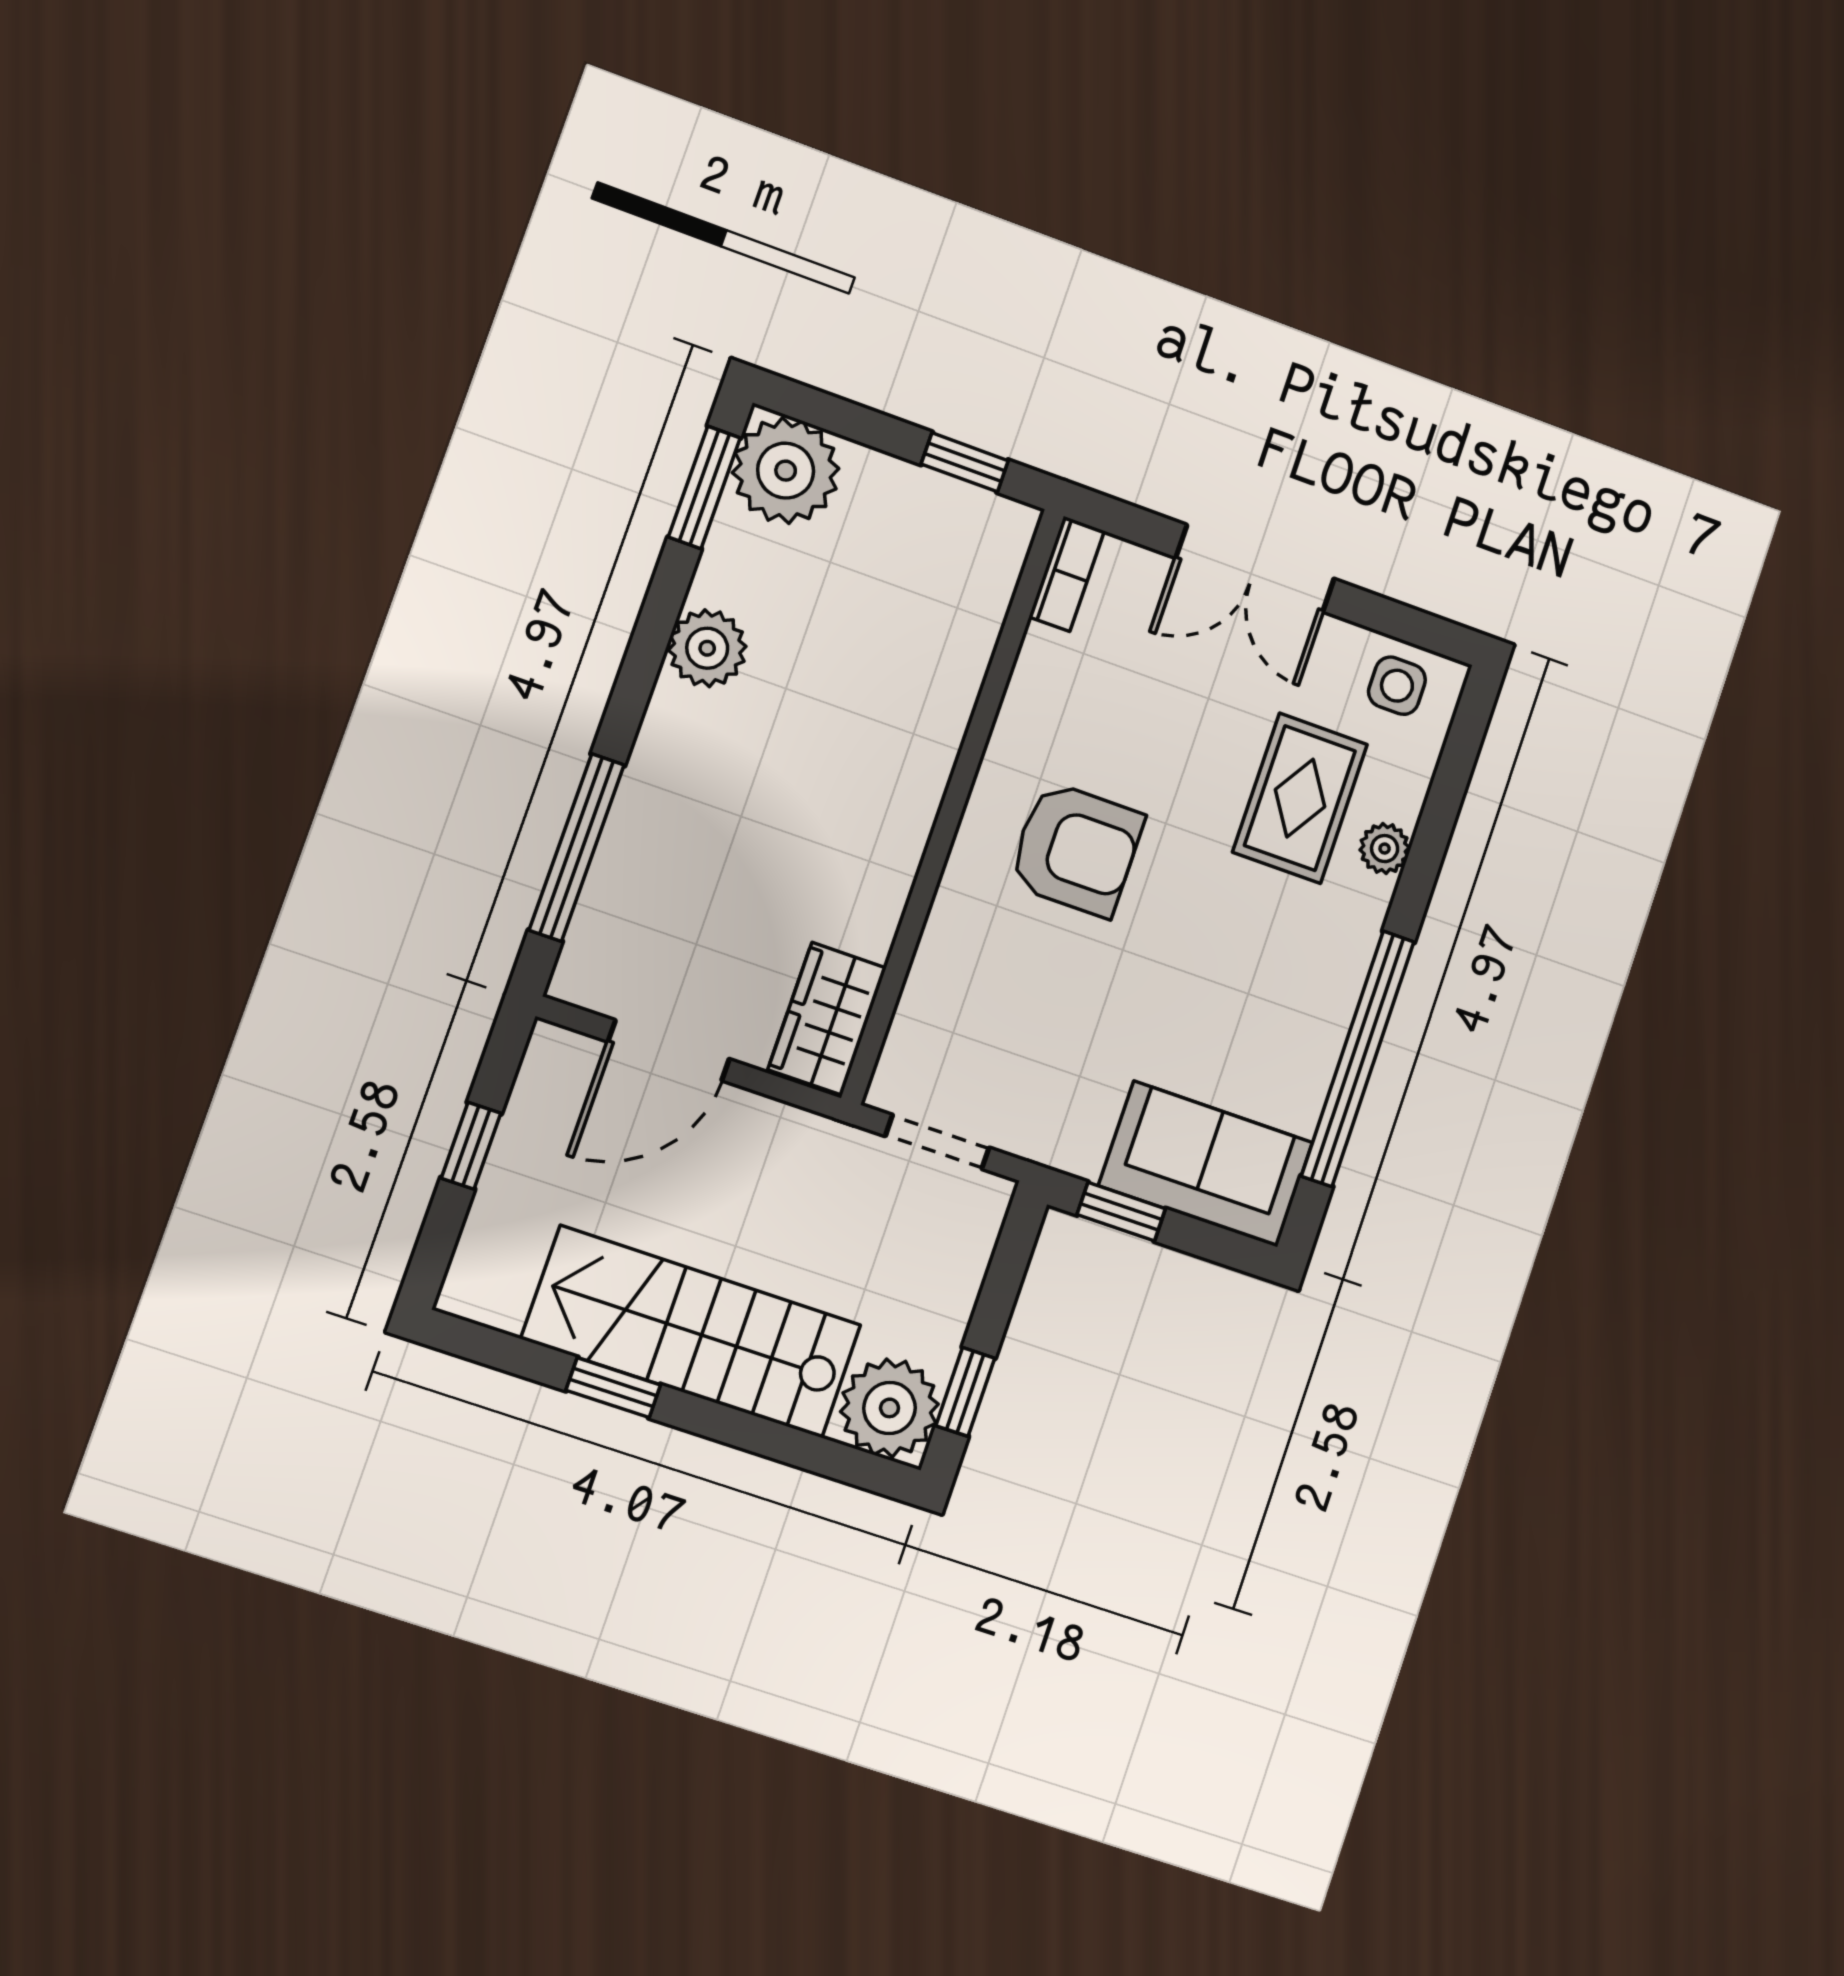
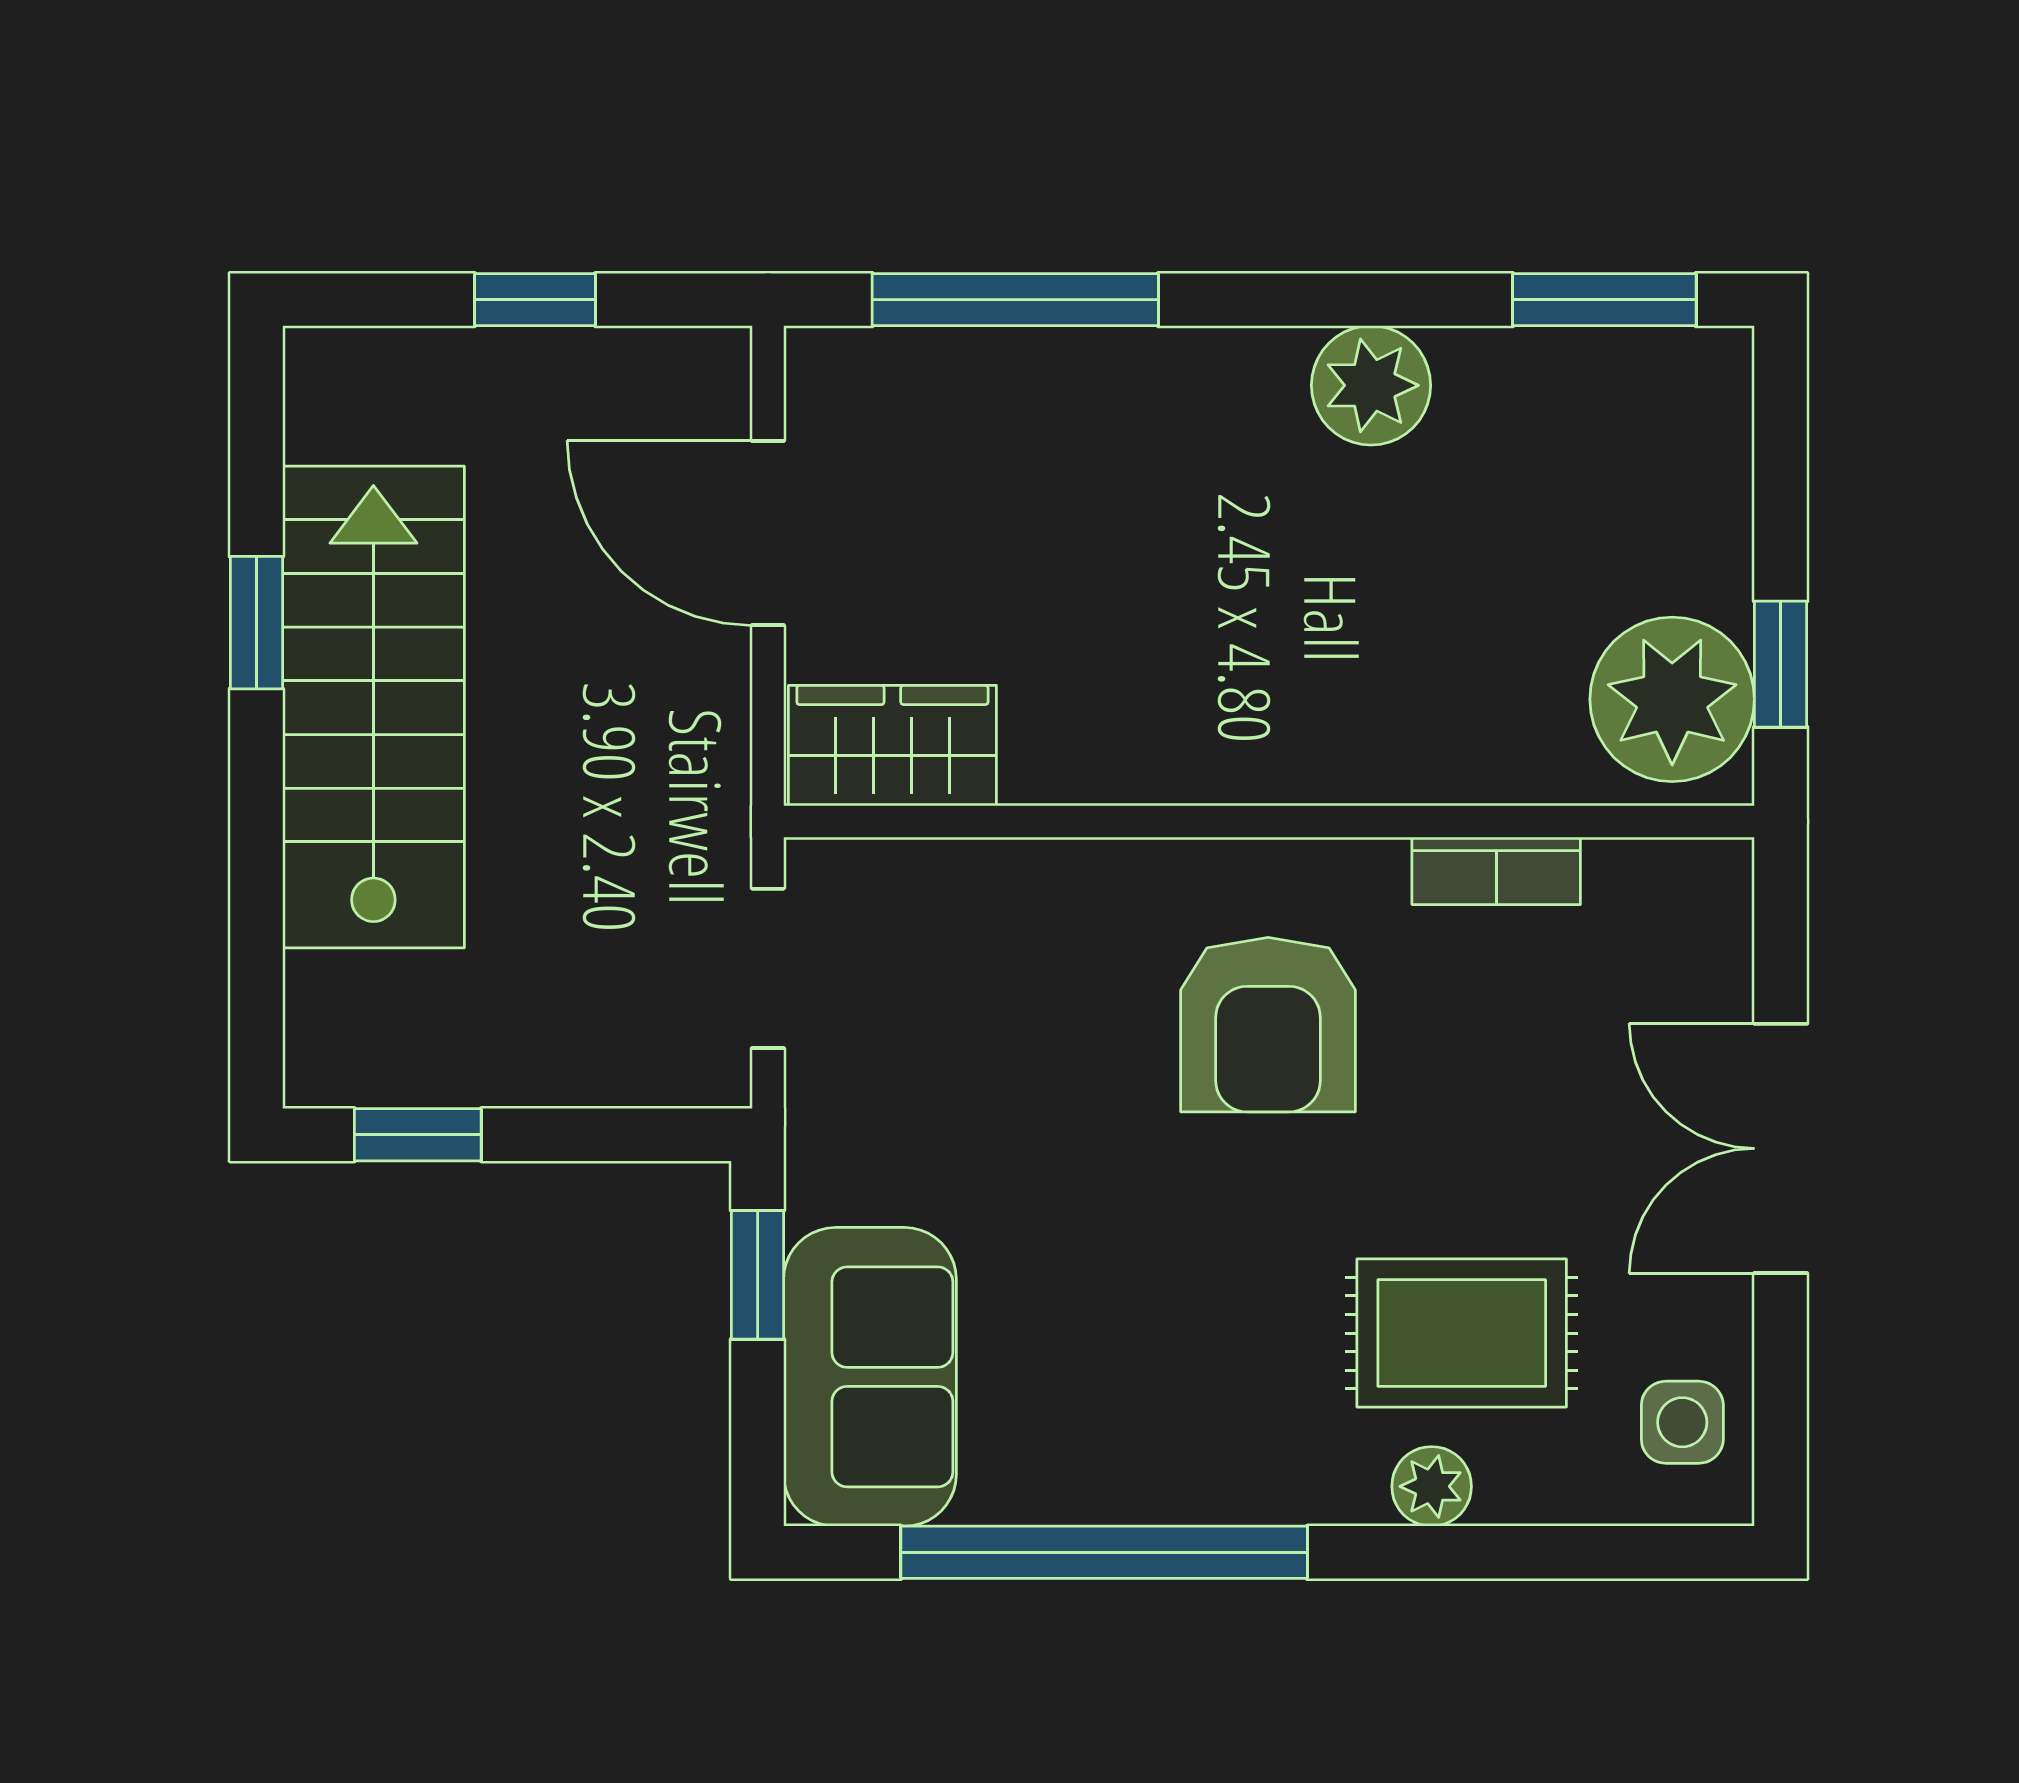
plant: (786, 471) -> (1672, 699), moved
bookcase: (1067, 574) -> (1496, 871), moved
plant: (889, 1408) -> (358, 1032), removed

